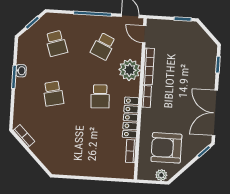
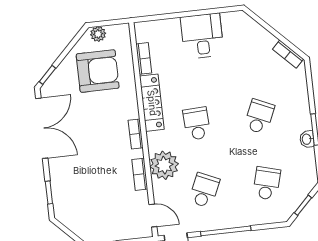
school desk: (56, 43) -> (267, 183), turned 33
bookcase: (149, 66) -> (140, 174), width x0.64
school desk: (53, 94) -> (259, 117), turned 36
desk: (85, 160) -> (202, 36), added

